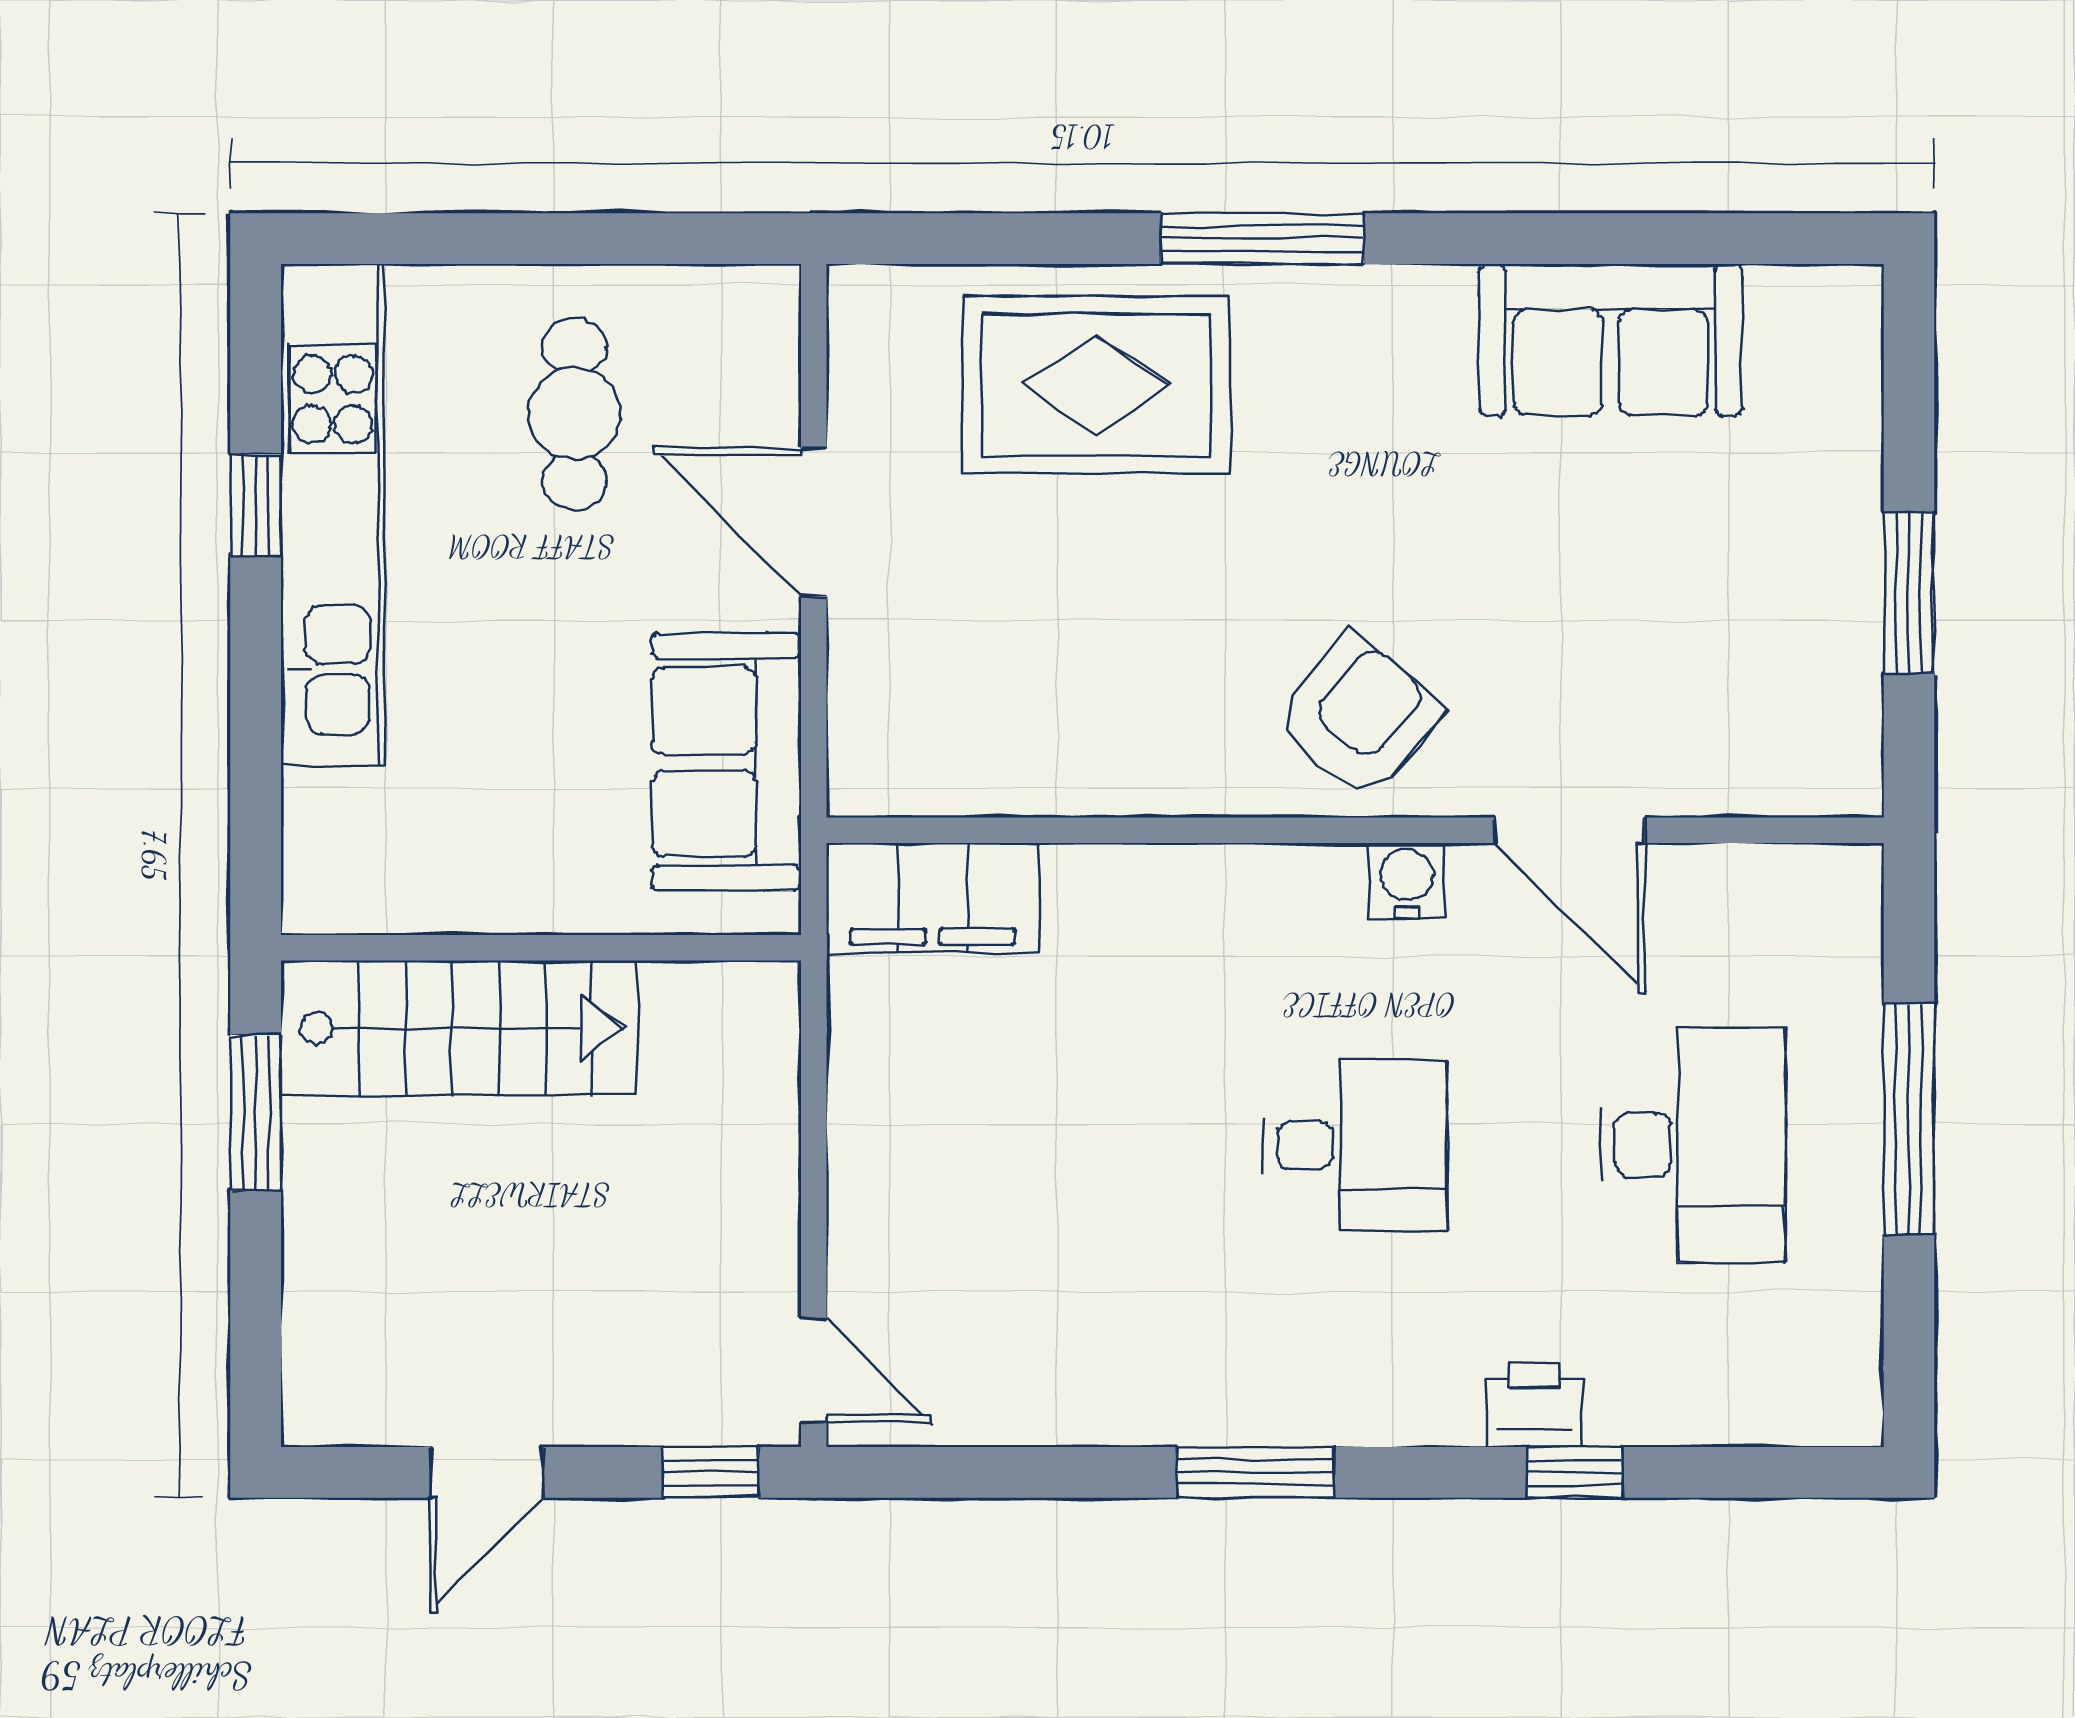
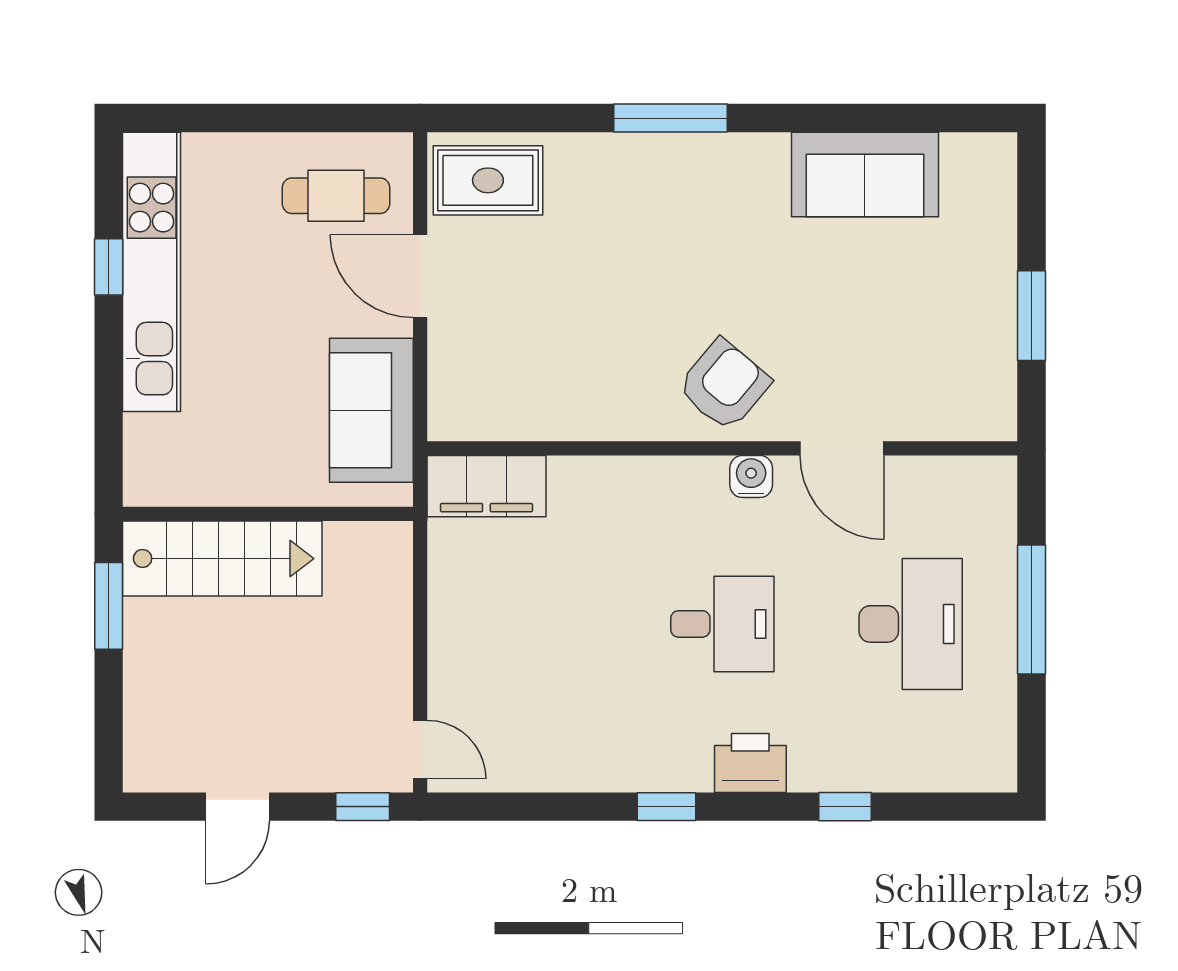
rug: (1096, 385) -> (488, 180), moved, width x0.73, depth x0.70
cafe table: (574, 414) -> (336, 196), moved, turned 90
printer: (1534, 1404) -> (750, 763), moved, width x1.36, depth x1.24
window: (1255, 1472) -> (667, 807), width x0.67

